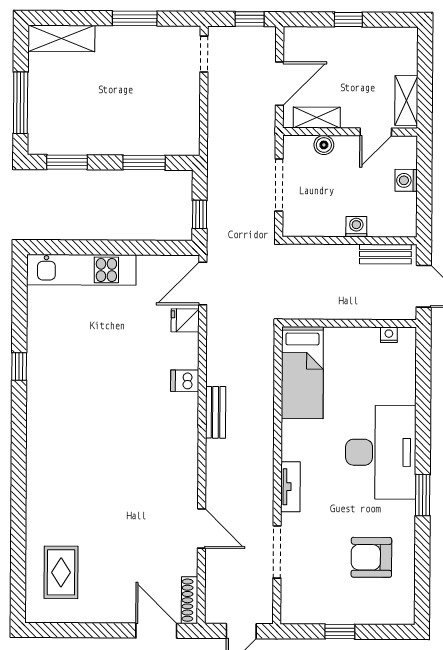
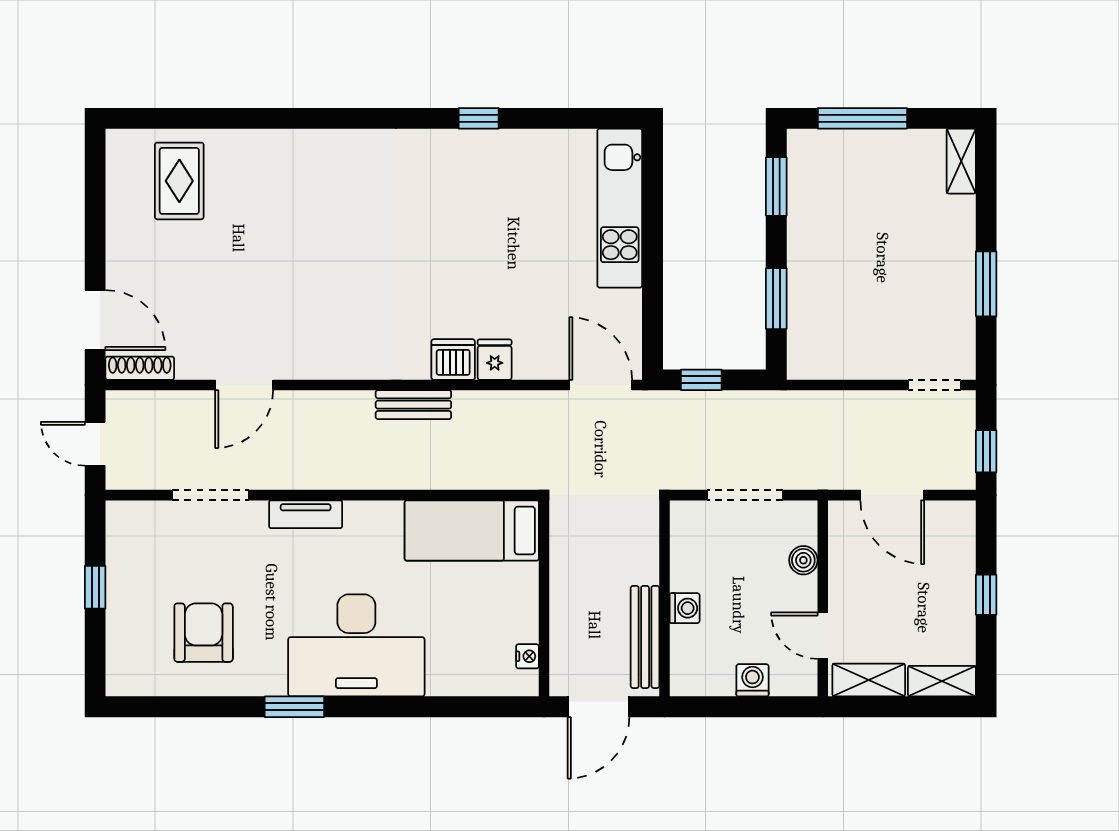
shelving: (61, 38) -> (961, 161), width x0.67, depth x0.75
shelving: (317, 118) -> (942, 681), moved, turned 90
bench: (385, 254) -> (645, 637), width x1.36
fridge: (185, 320) -> (495, 360), moved
dishwasher: (185, 381) -> (453, 360), width x1.38
rug: (61, 572) -> (179, 181), turned 90
door: (156, 631) -> (95, 320), hinge flipped

